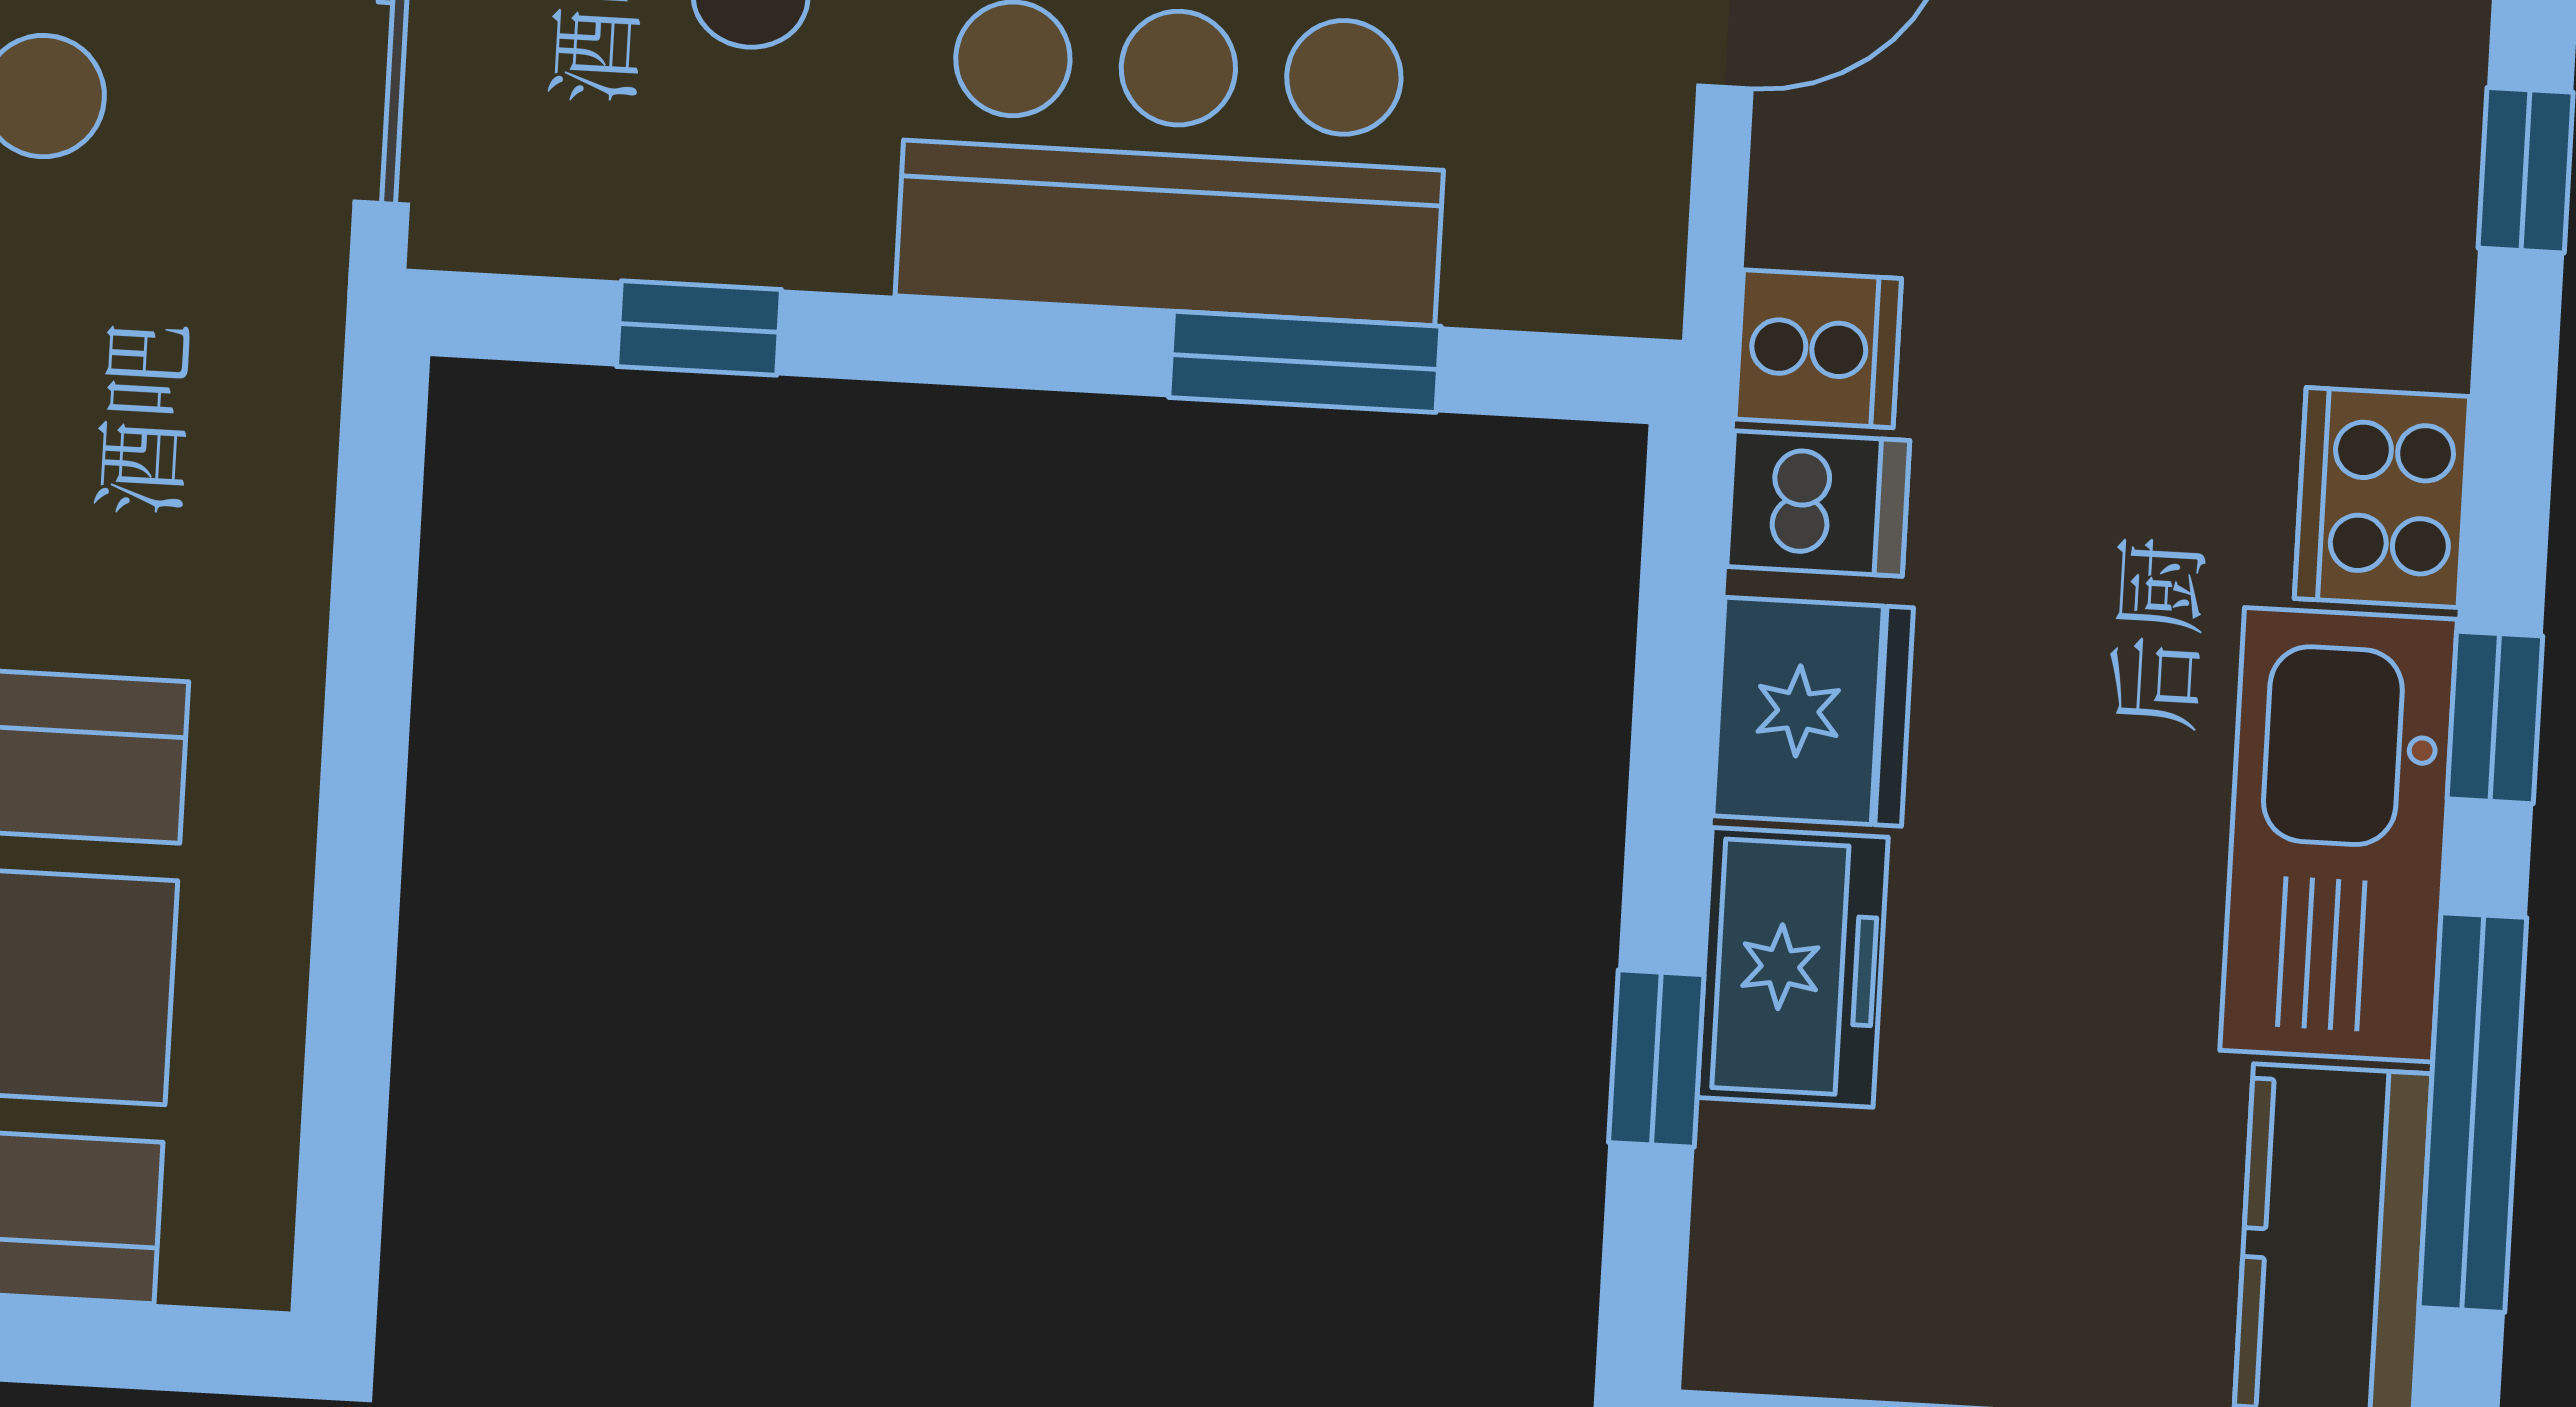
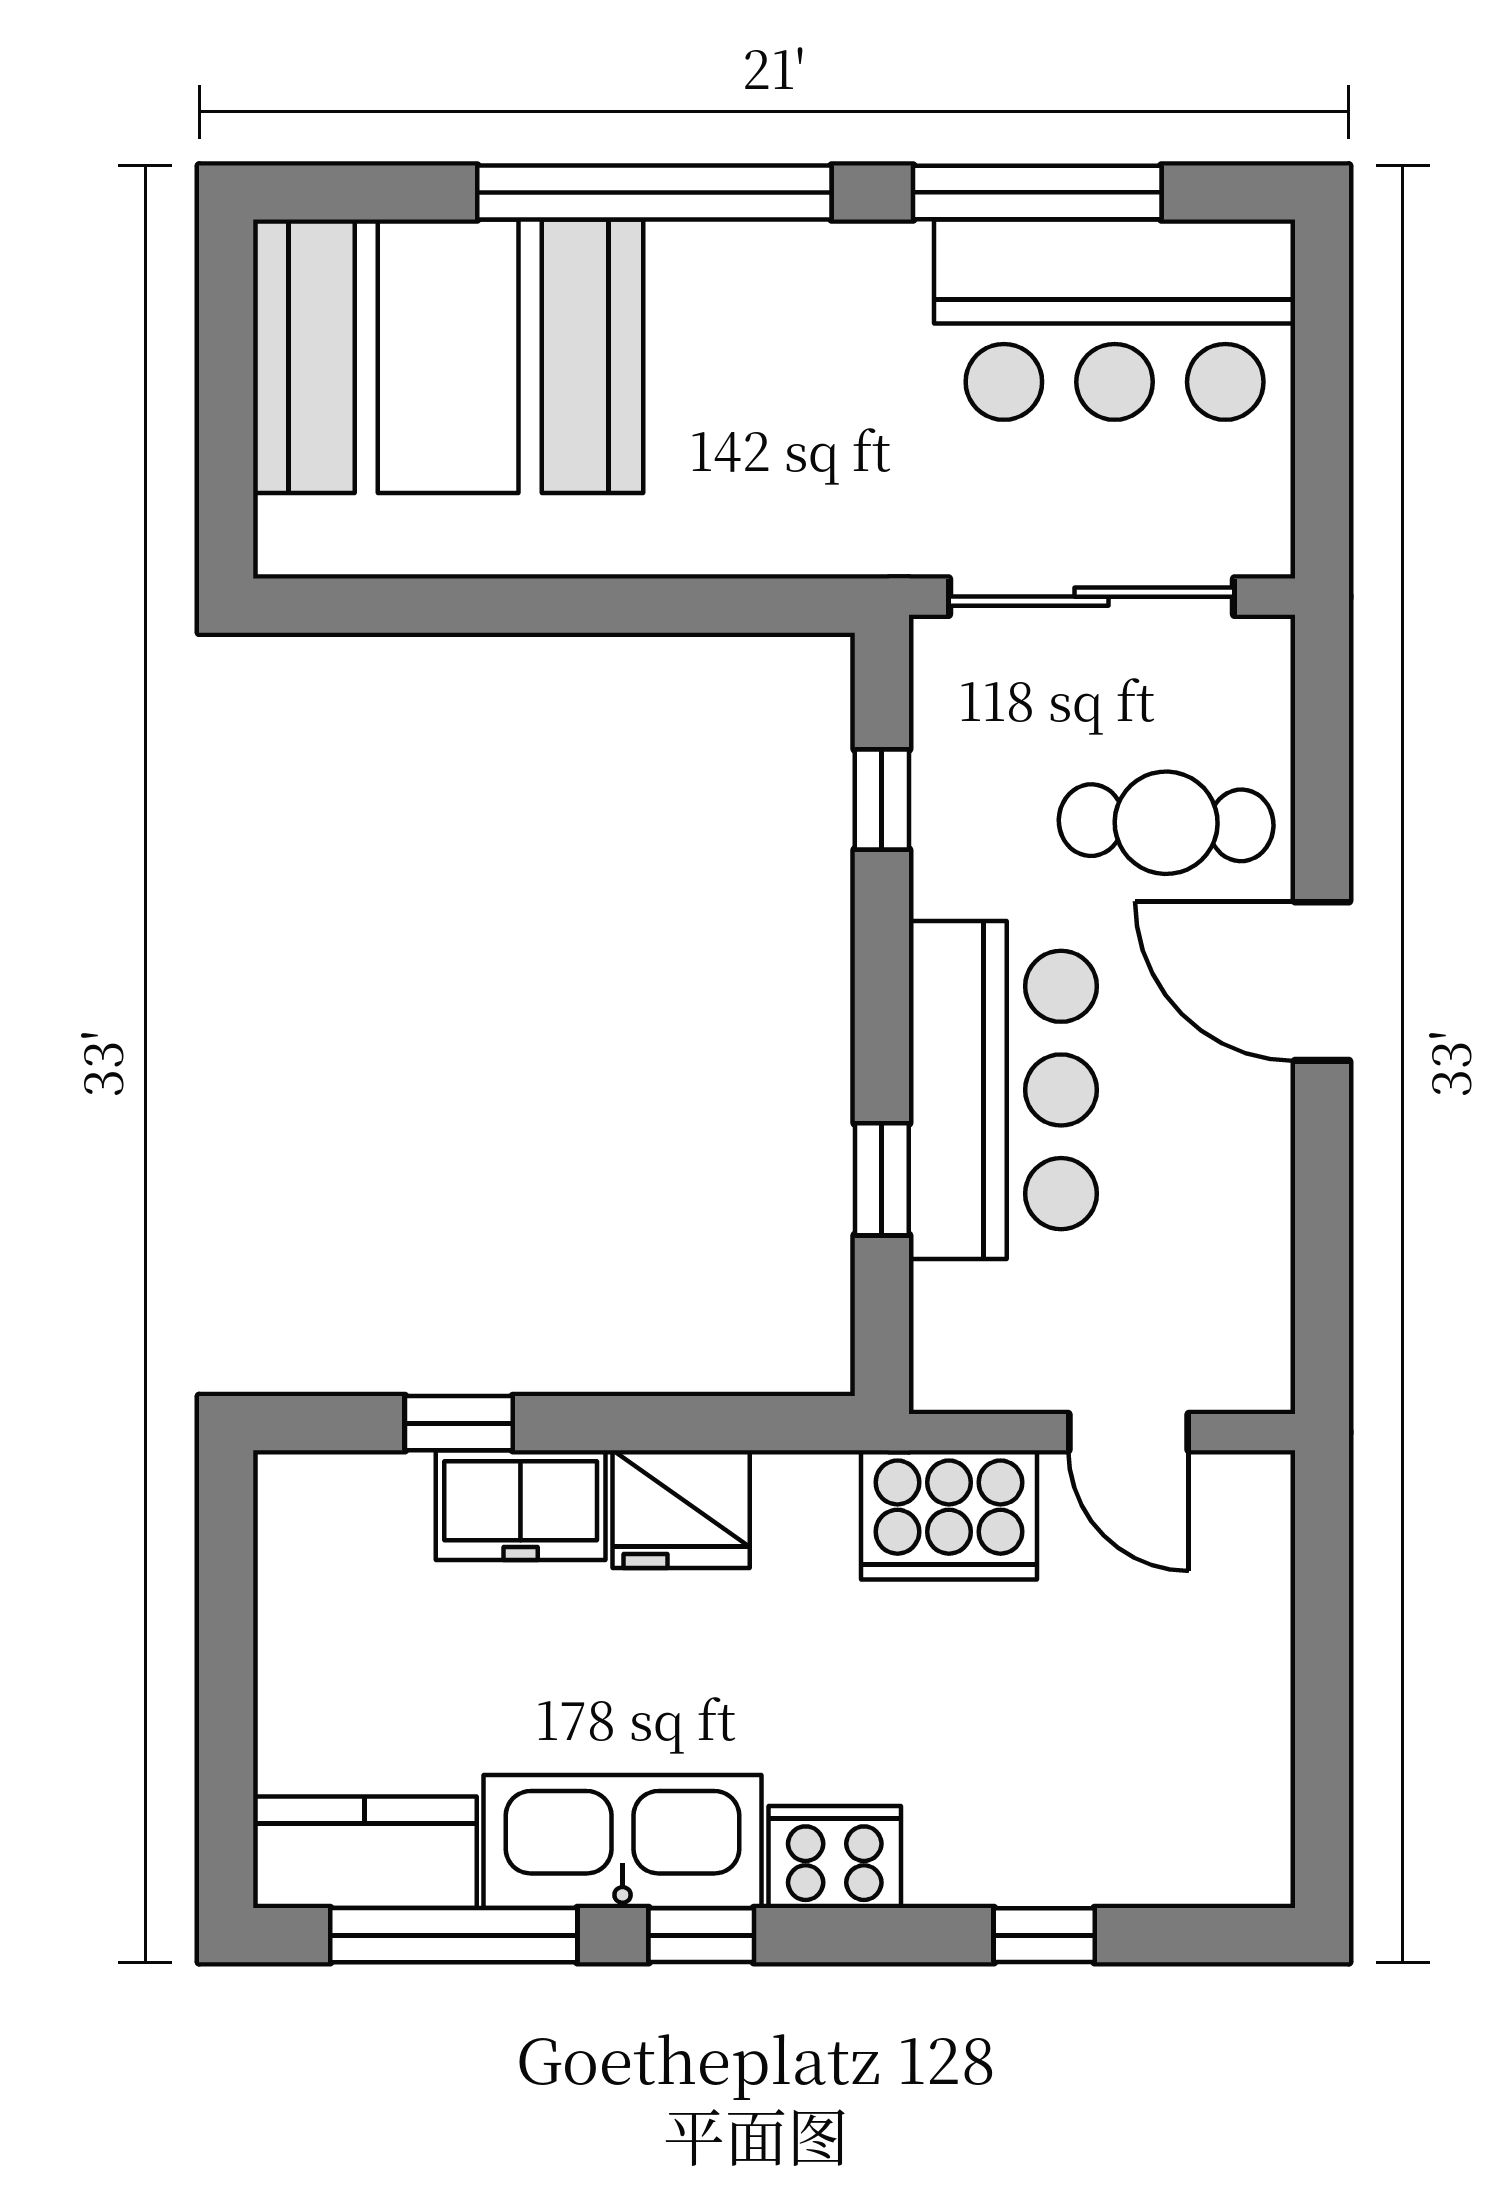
cooker: (1818, 349) -> (949, 1515), width x1.87, depth x1.31
window: (1305, 362) -> (882, 1179), width x0.67
dishwasher: (1818, 504) -> (811, 1505), removed

